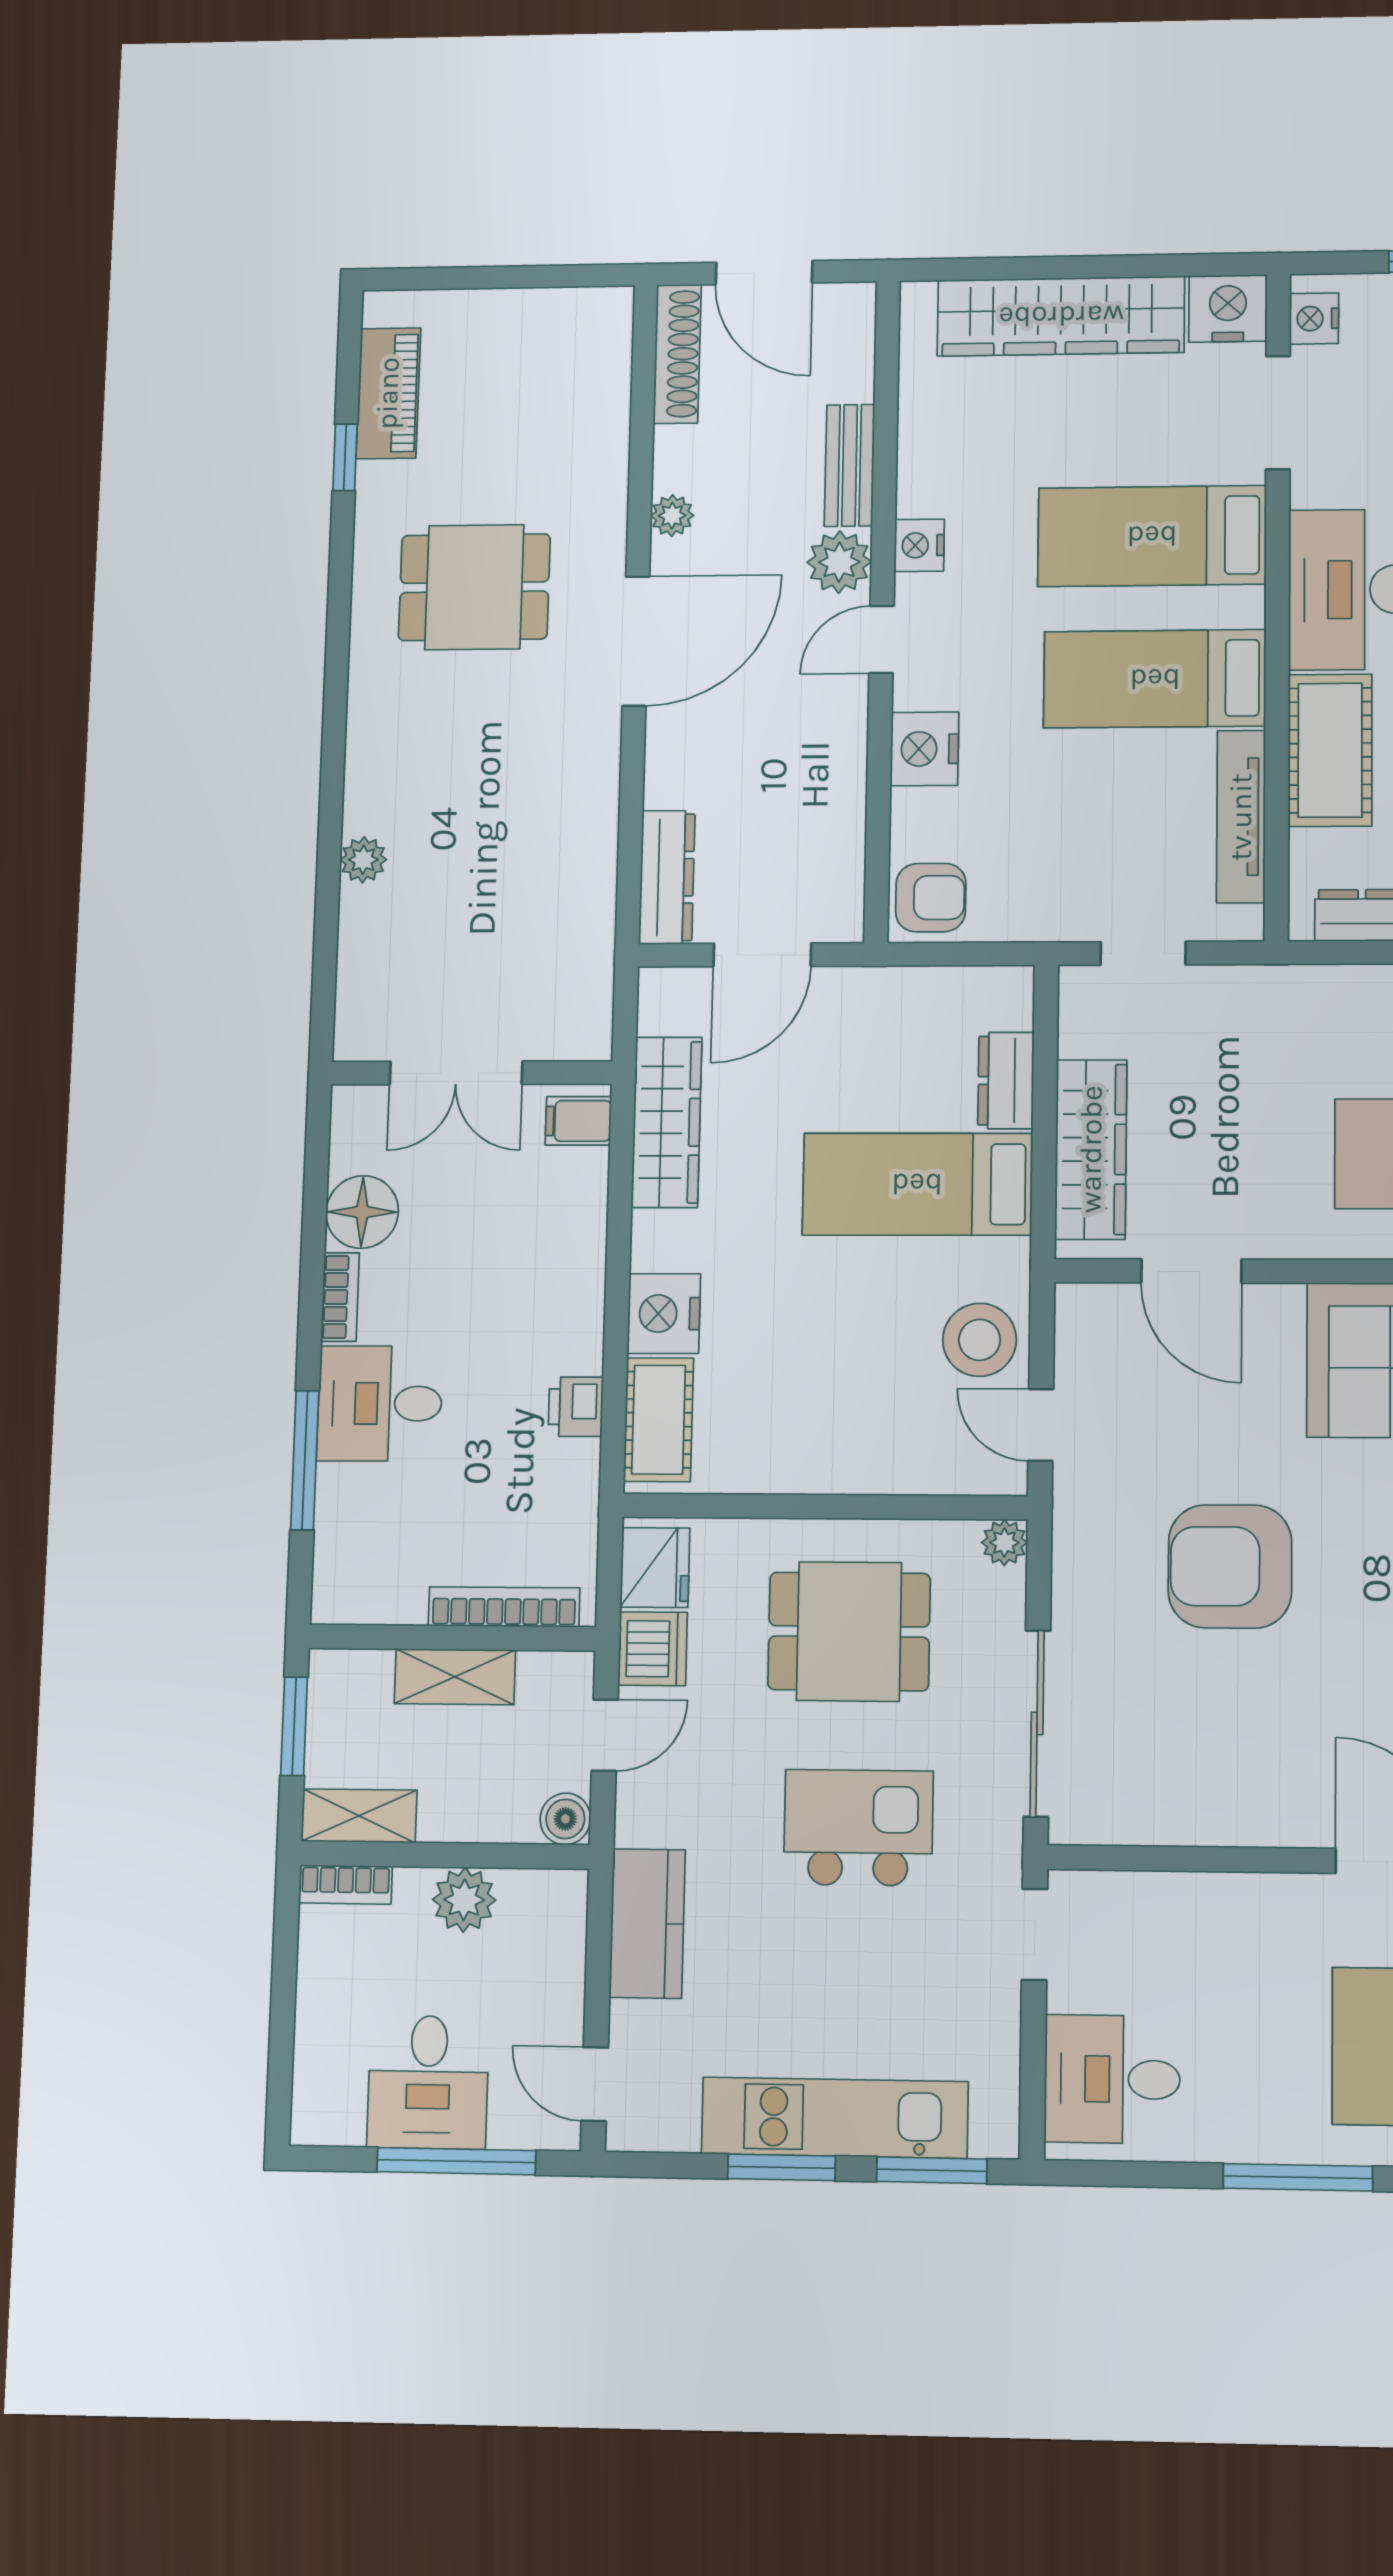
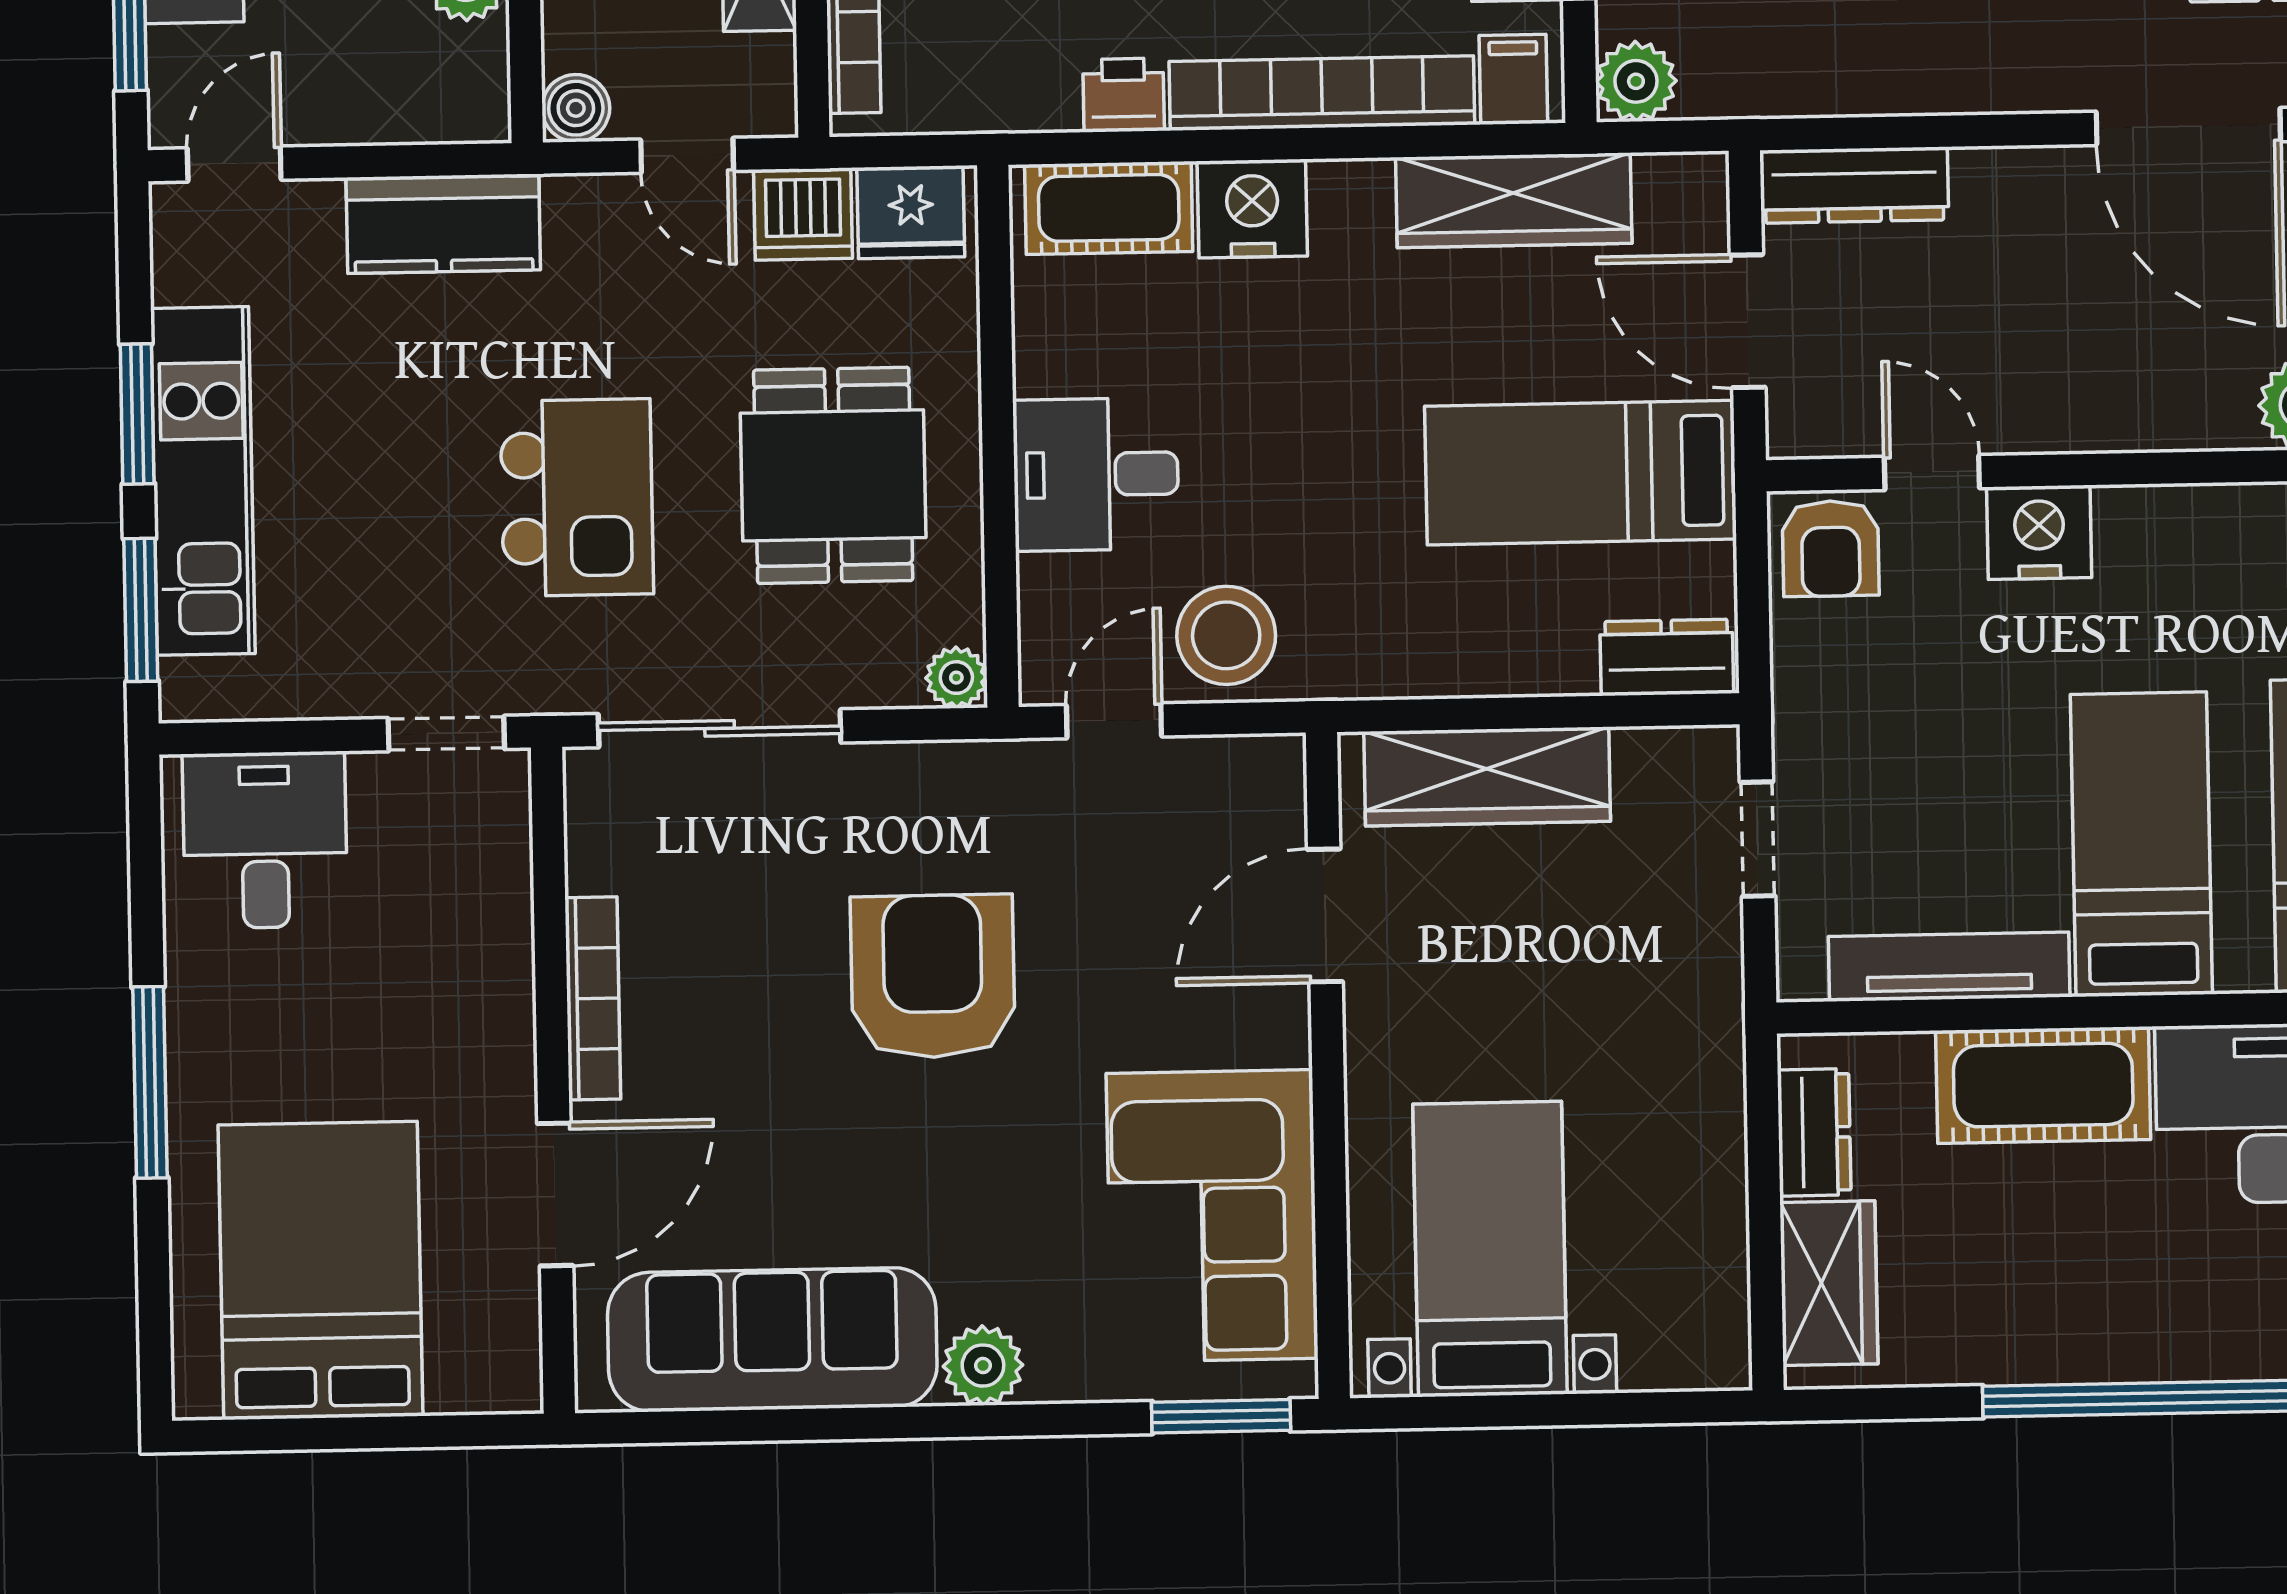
door: (881, 640) -> (1932, 472), moved
plant: (584, 1032) -> (1636, 81), added
dresser: (1006, 1081) -> (1667, 657), moved
bed: (917, 1184) -> (1580, 473), moved, turned -90
bookcase: (581, 1261) -> (1322, 93), added
desk: (856, 1434) -> (1096, 474), added
bookcase: (1241, 1827) -> (593, 998), added

